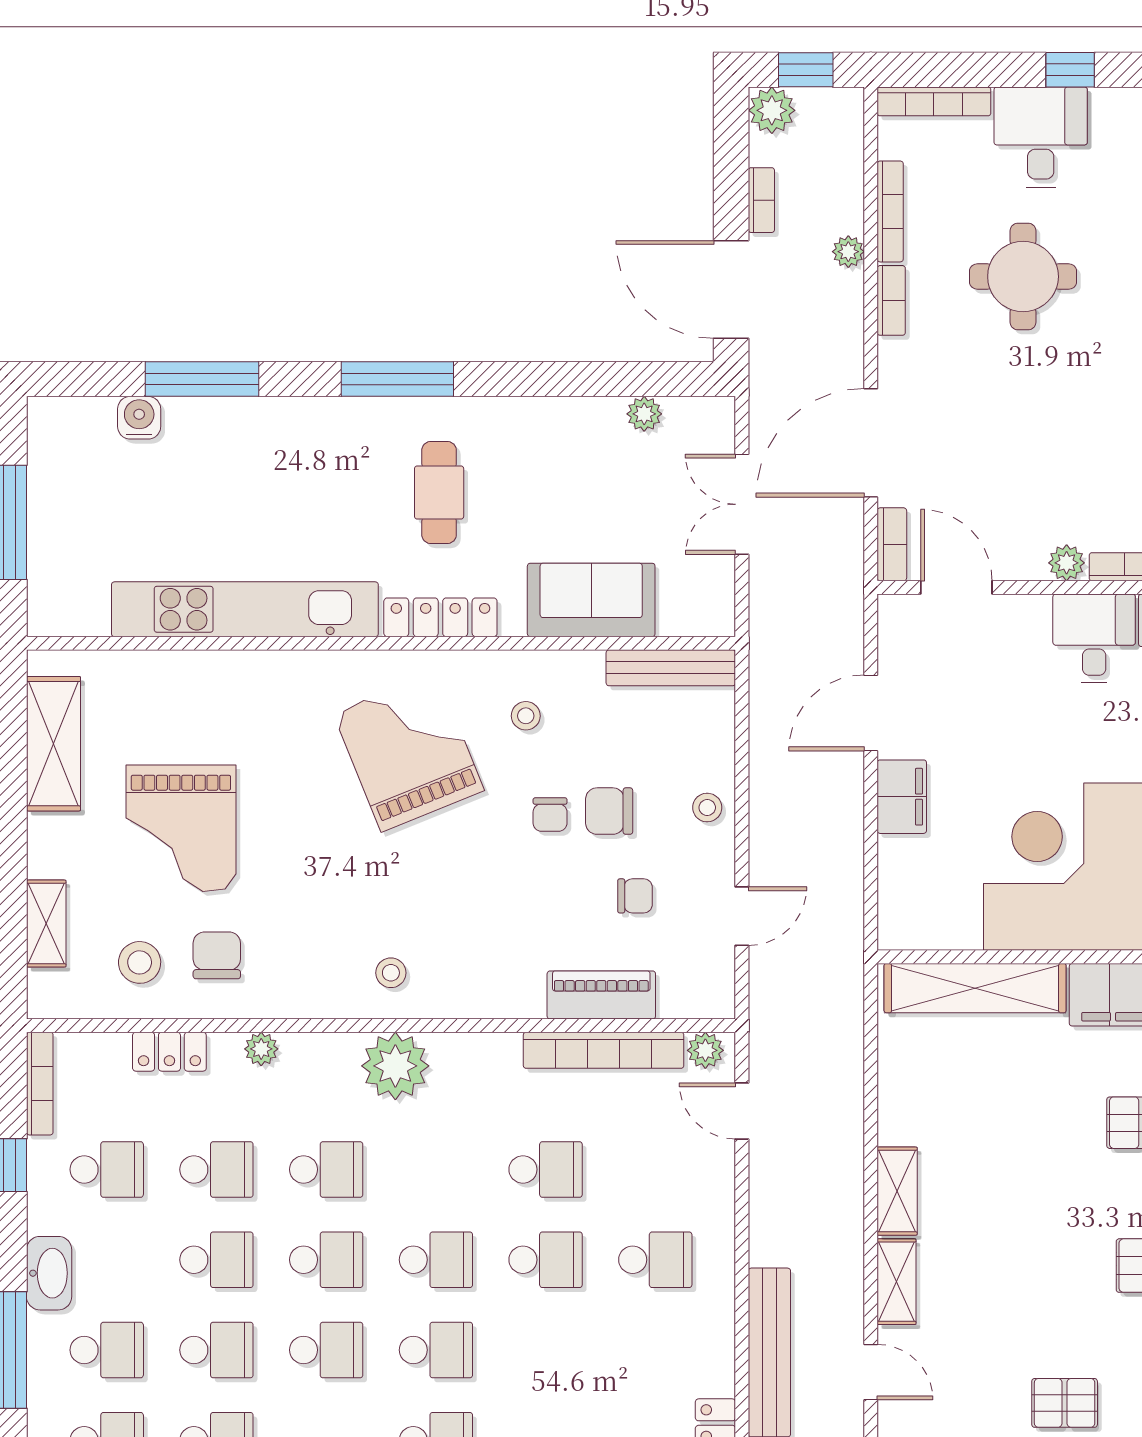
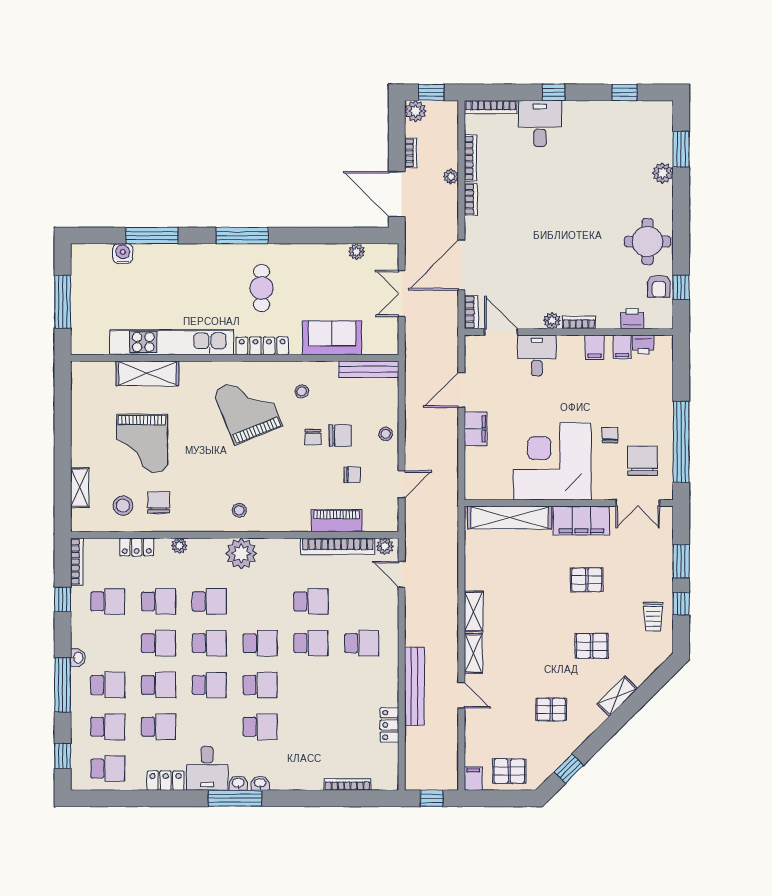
round table: (1023, 277) -> (532, 188), removed
desk: (1094, 638) -> (537, 355), moved
shelving: (54, 744) -> (148, 373), moved, turned 90
chair: (609, 811) -> (340, 436), turned 180
washbasin: (49, 1273) -> (78, 658), width x0.52, depth x0.69

